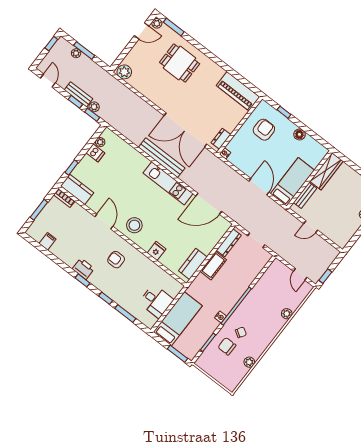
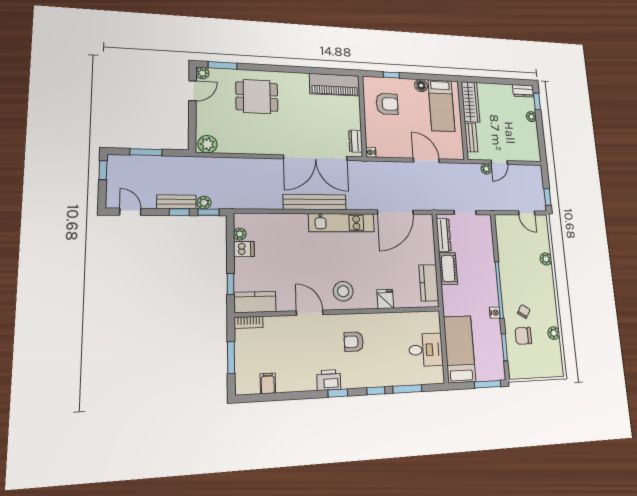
plant: (76, 53) -> (486, 169), moved
armchair: (264, 130) -> (387, 104), turned 90
bed: (292, 182) -> (441, 106), moved, turned 180

